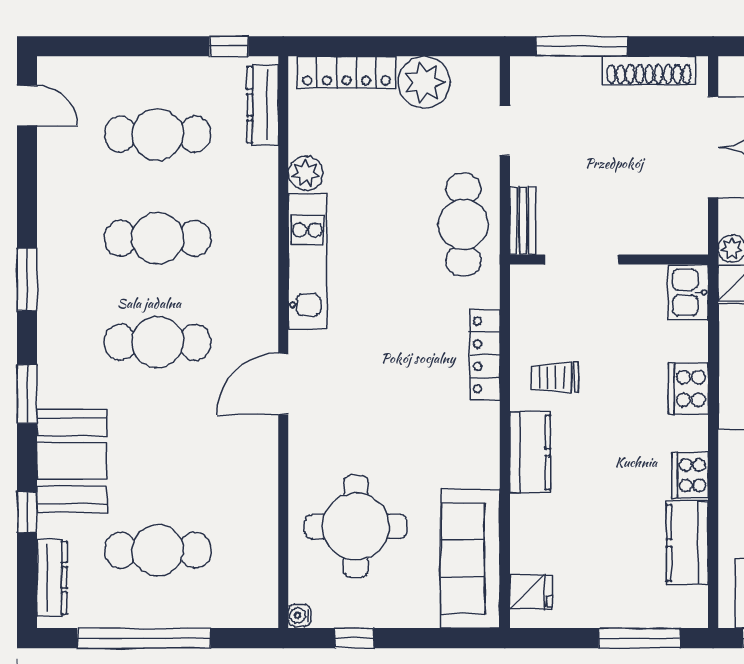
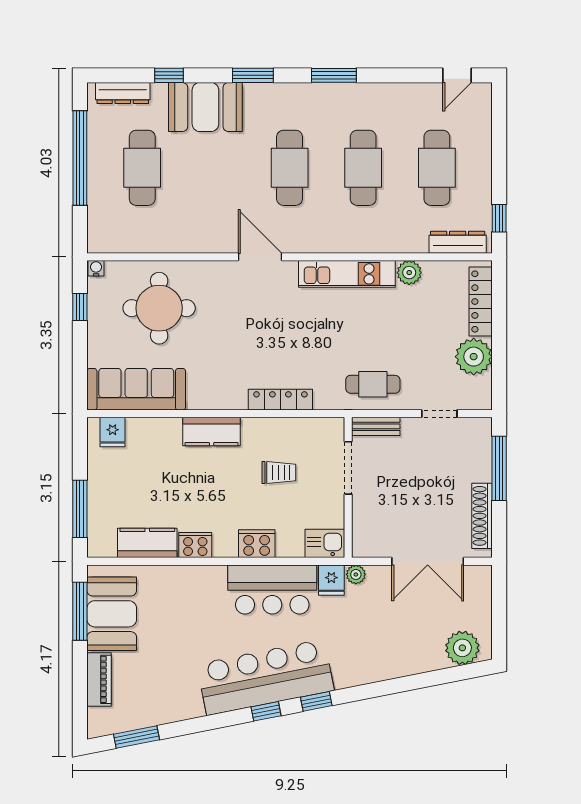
cafe table: (463, 225) -> (373, 384), width x0.73, depth x0.74
trolley: (555, 377) -> (279, 473), moved, turned 90

